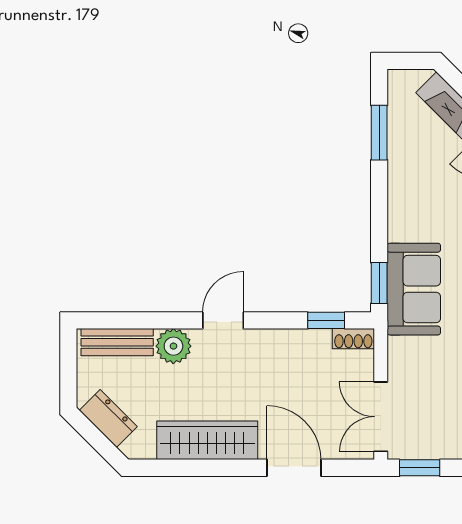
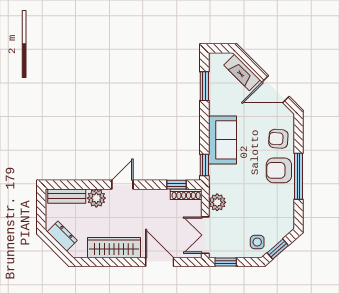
sofa: (414, 289) -> (223, 140), moved
shoe rack: (353, 339) -> (186, 194), width x1.43
plant: (404, 354) -> (217, 202), added

